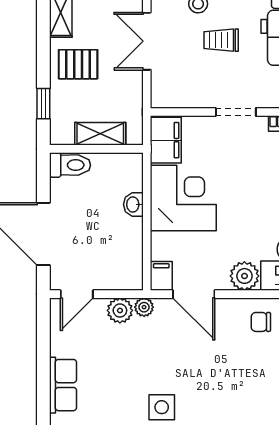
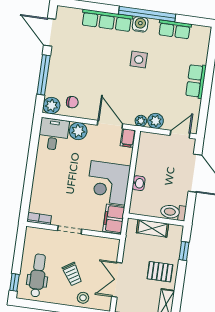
trolley: (221, 40) -> (72, 274), turned 58
double door: (147, 41) -> (117, 280), swing flipped

